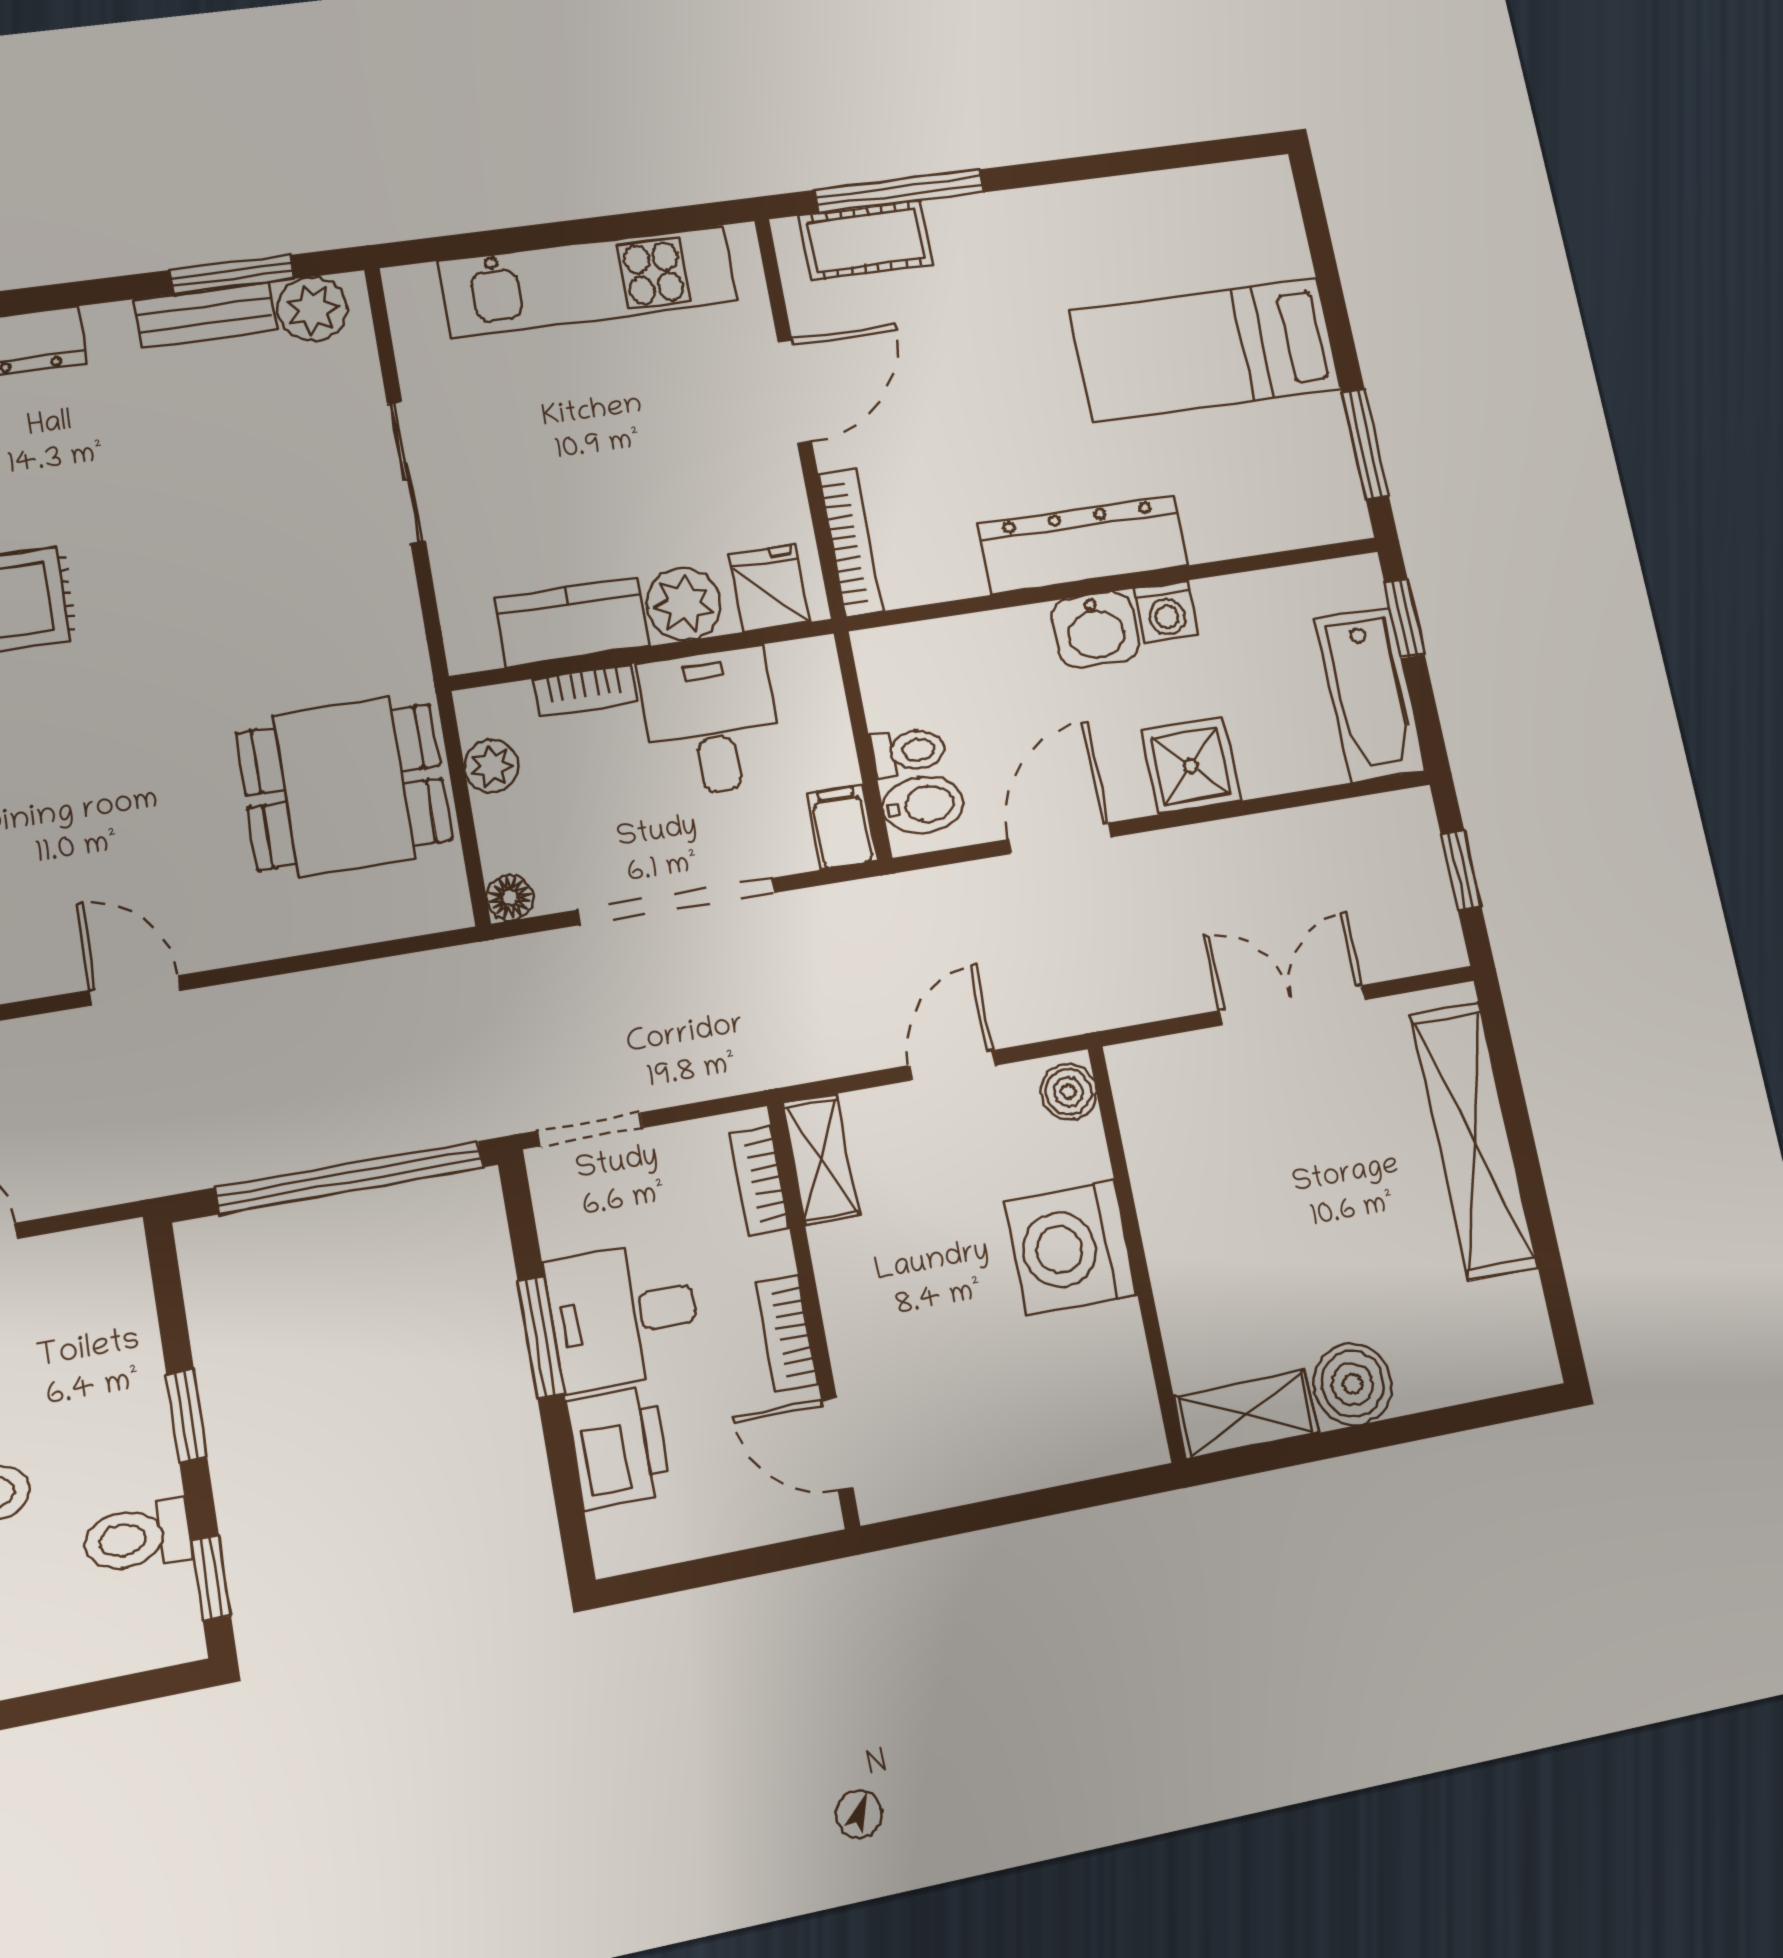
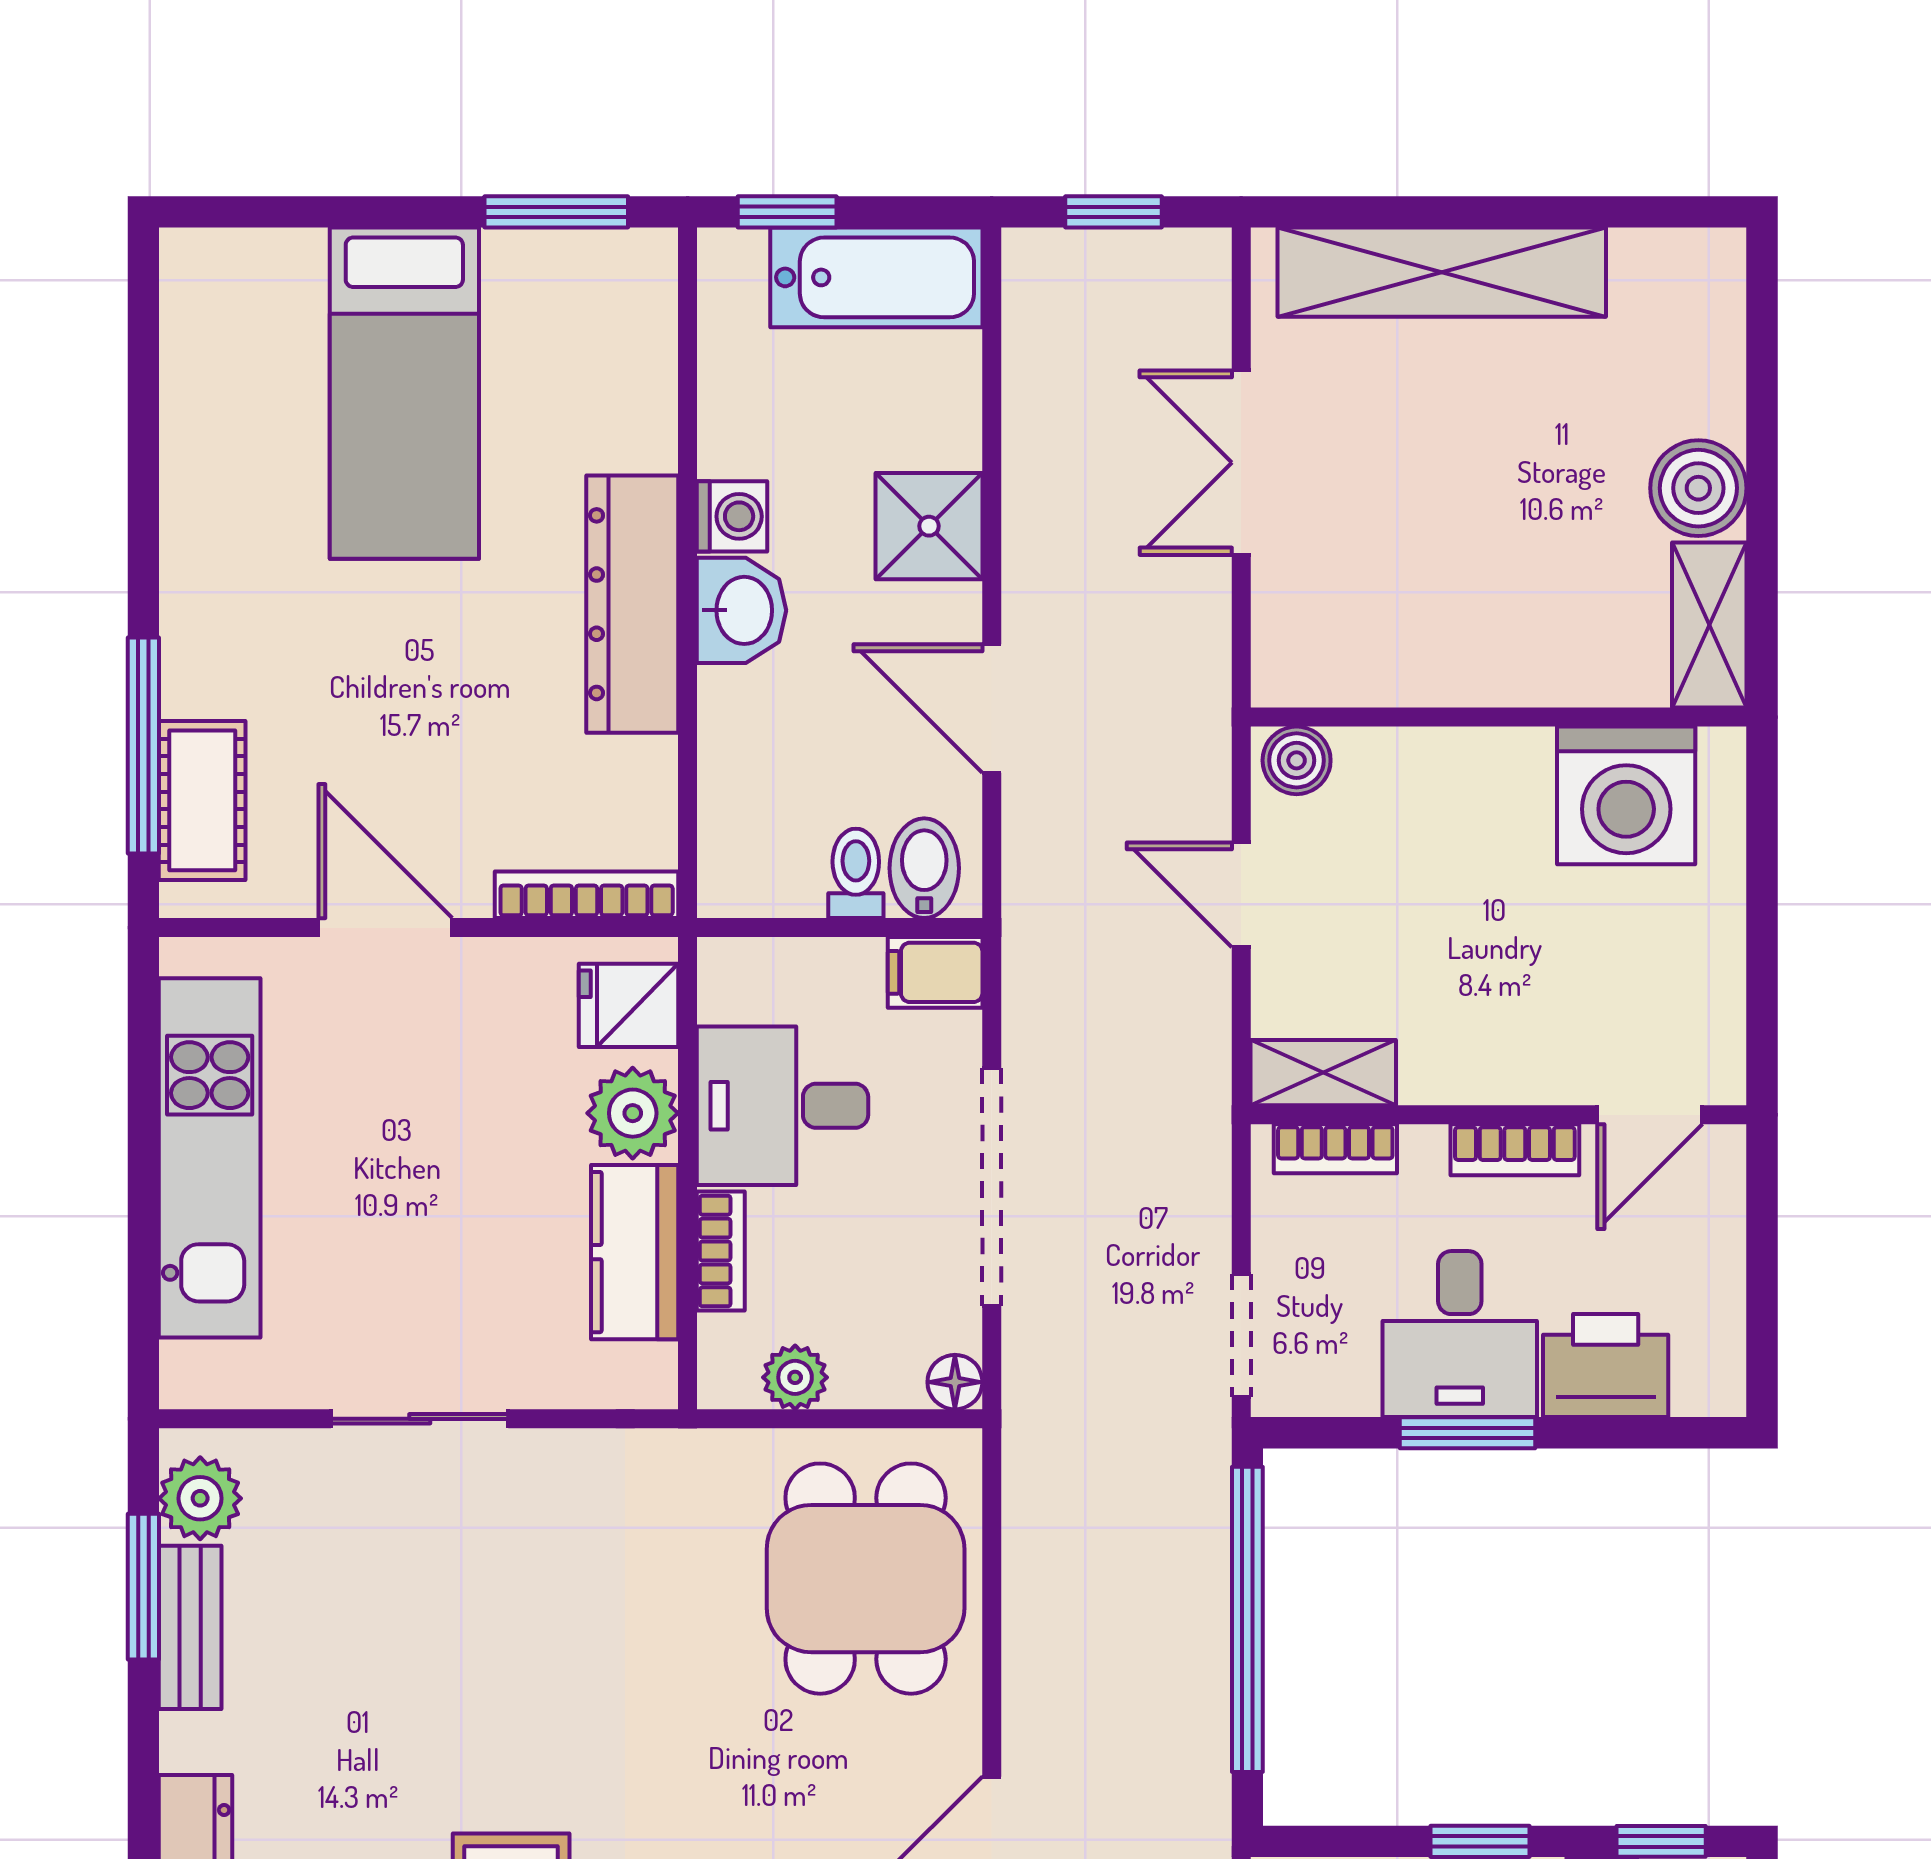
dining table: (344, 787) -> (866, 1579), moved
washing machine: (1071, 1248) -> (1626, 795), moved

